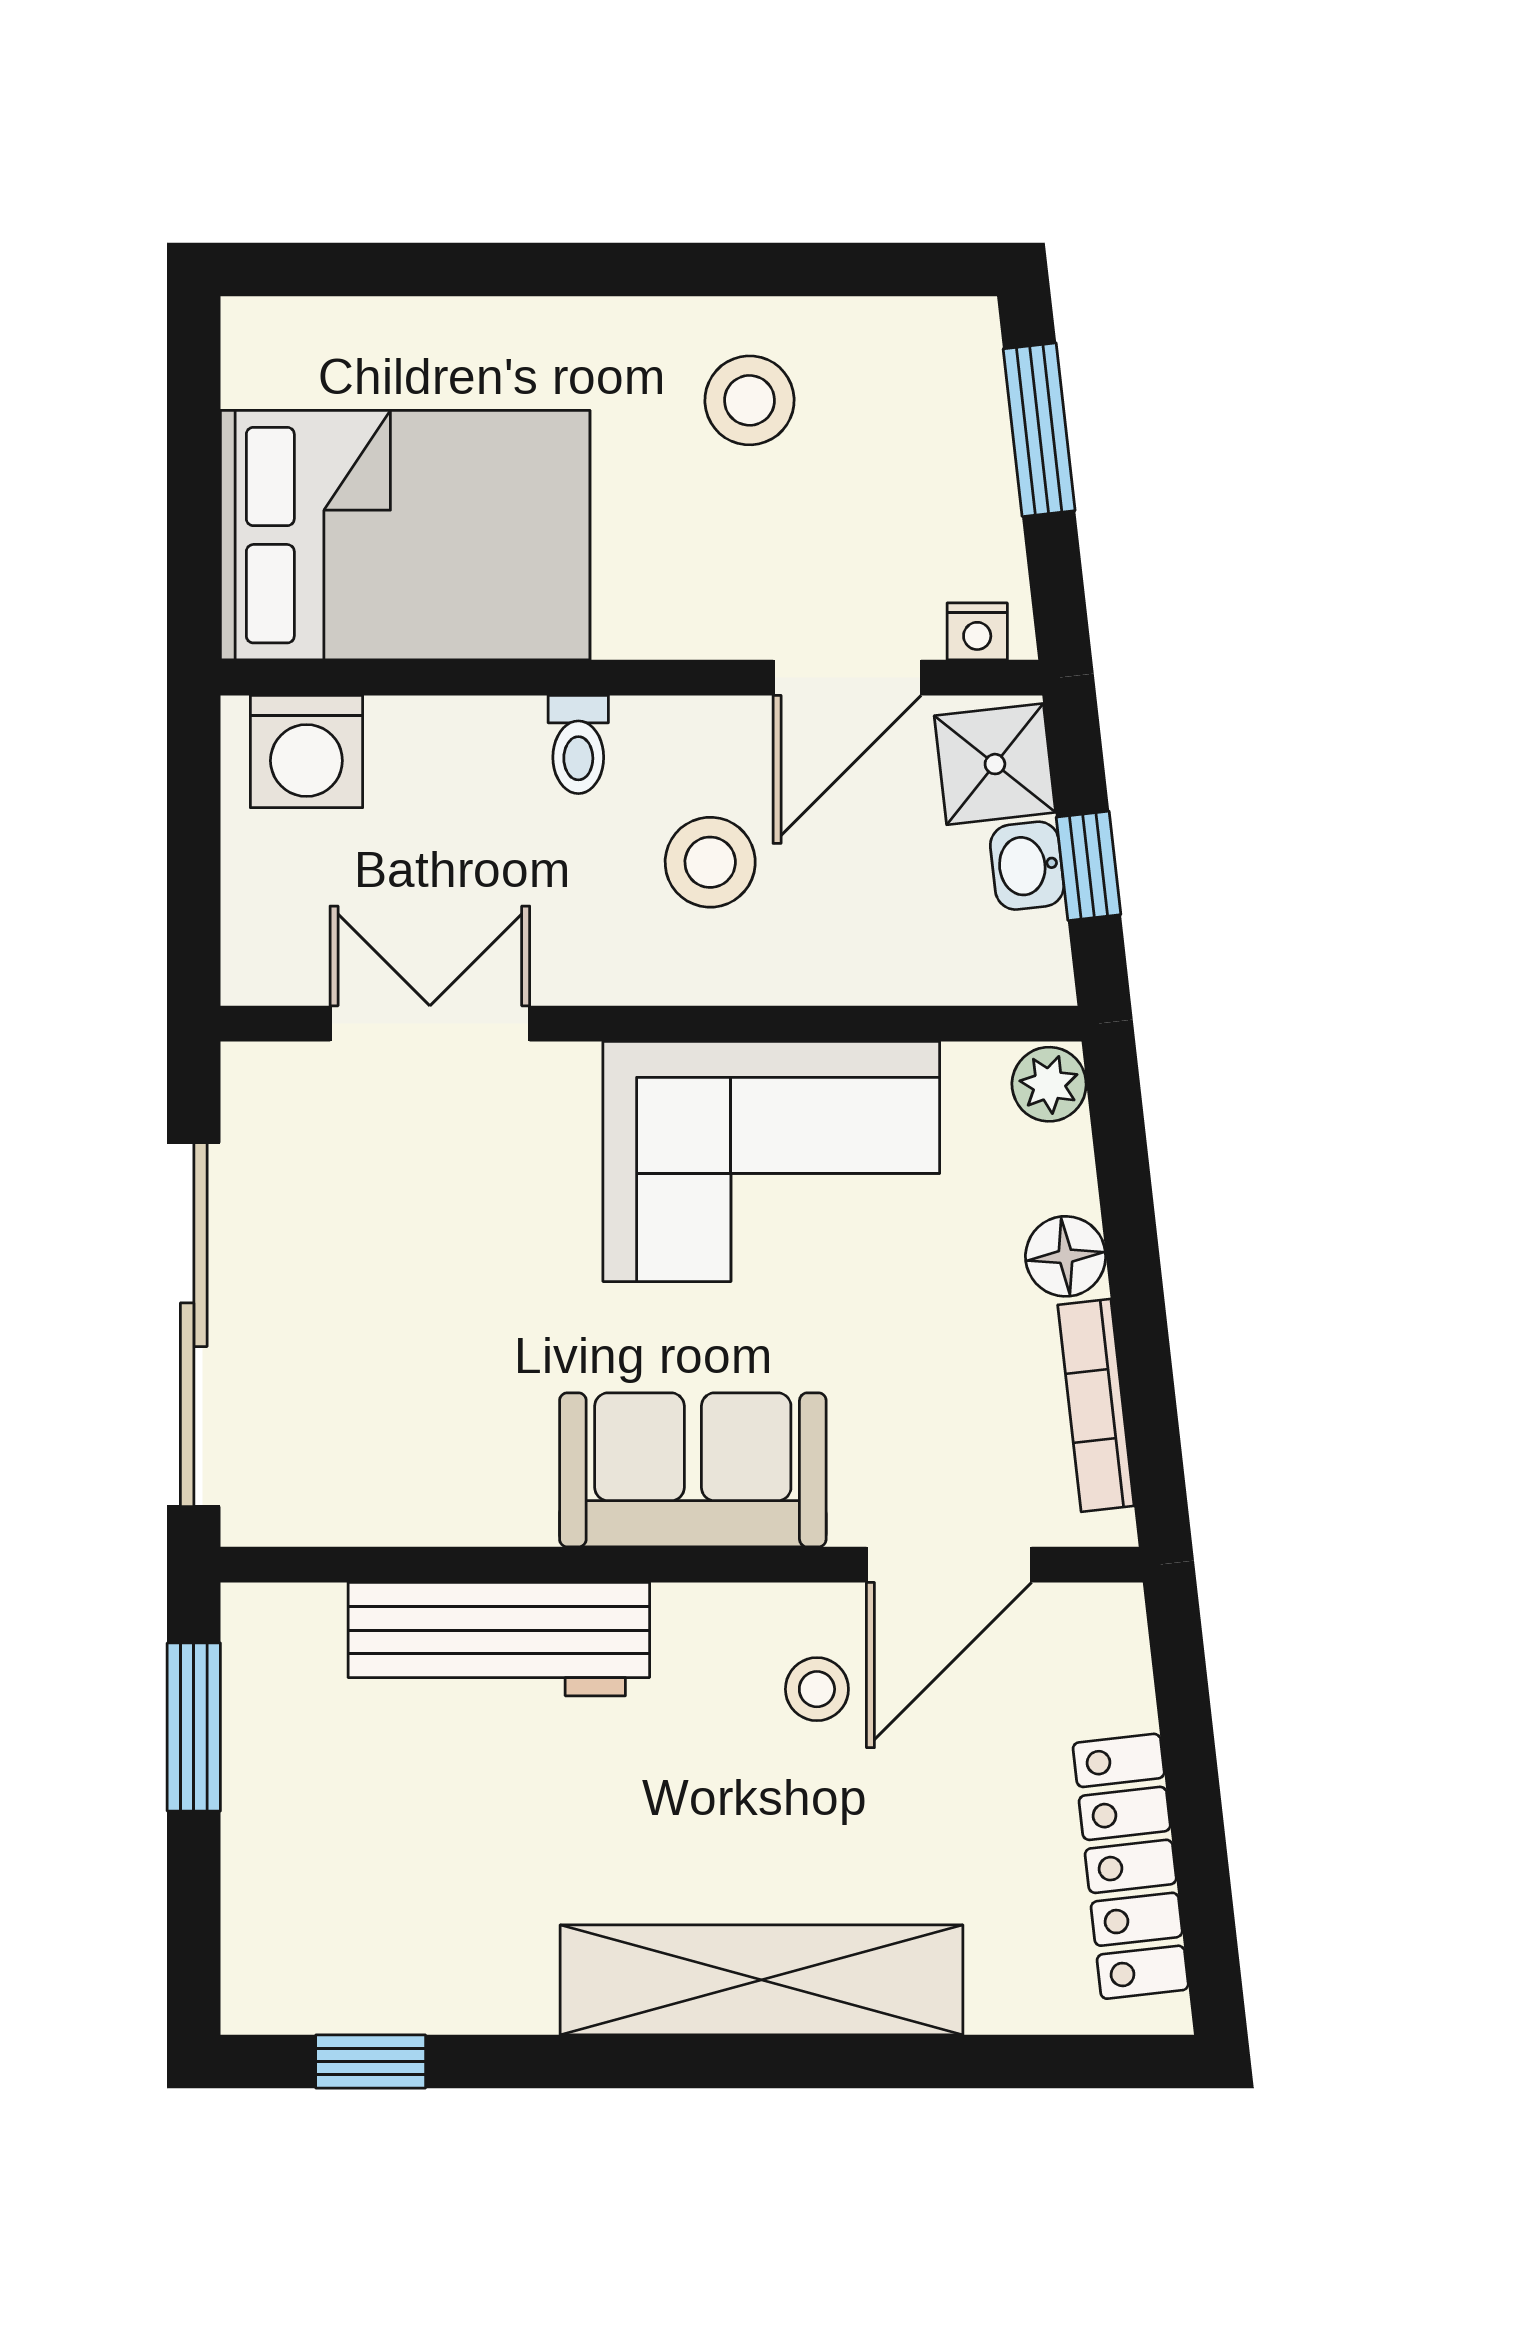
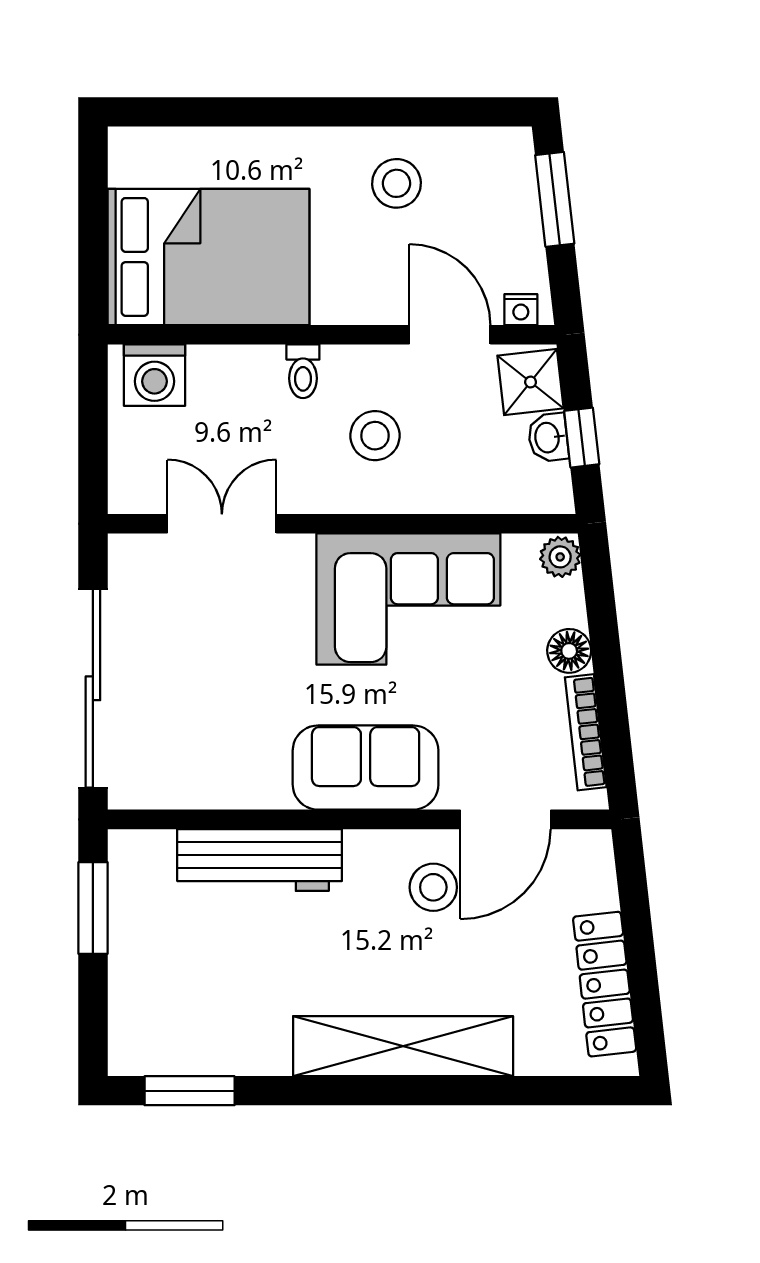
door: (847, 678) -> (450, 335), swing flipped
stool: (817, 1689) -> (433, 887), width x1.37, depth x1.37
window: (371, 2061) -> (190, 1091), width x1.50

